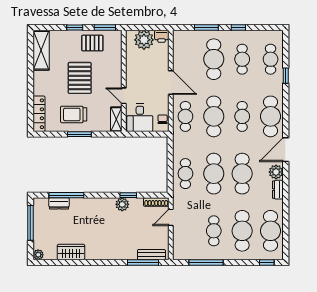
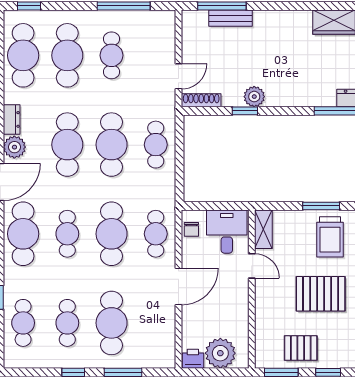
pallet: (80, 78) -> (321, 294), turned 90
door: (171, 83) -> (179, 286), swing flipped
trolley: (74, 114) -> (330, 237), turned 90
bench: (151, 255) -> (231, 18), moved

